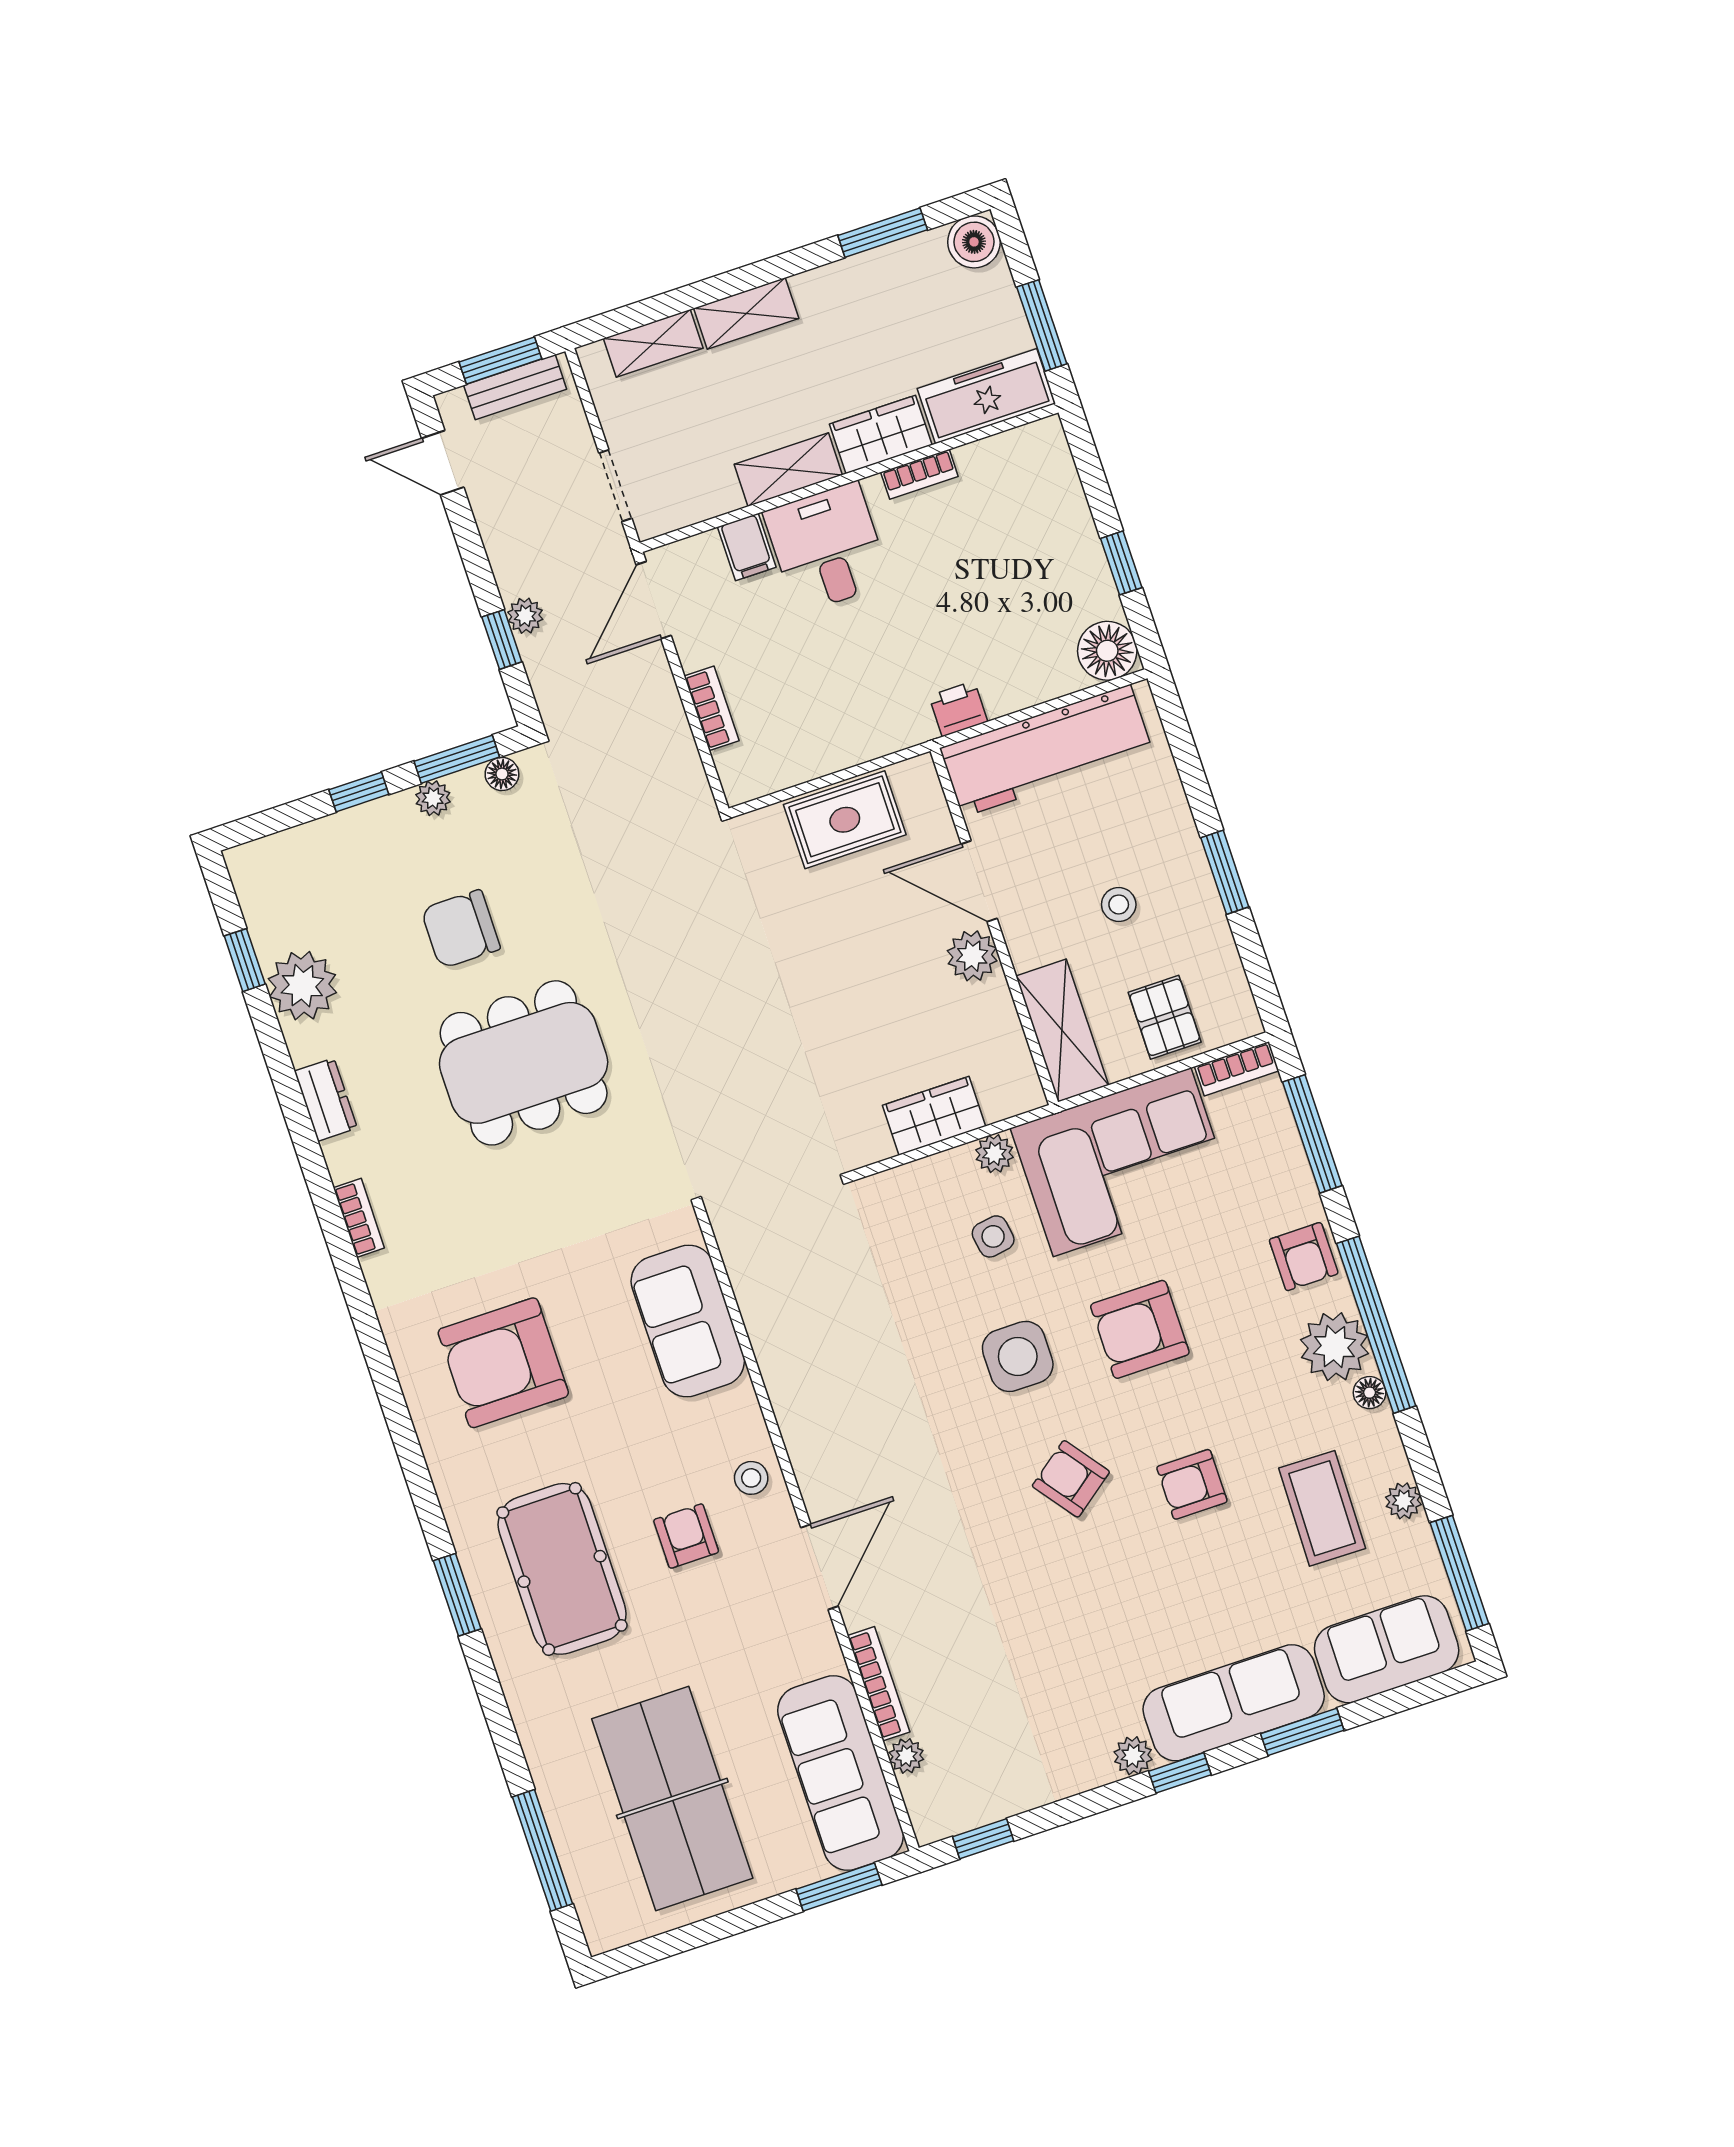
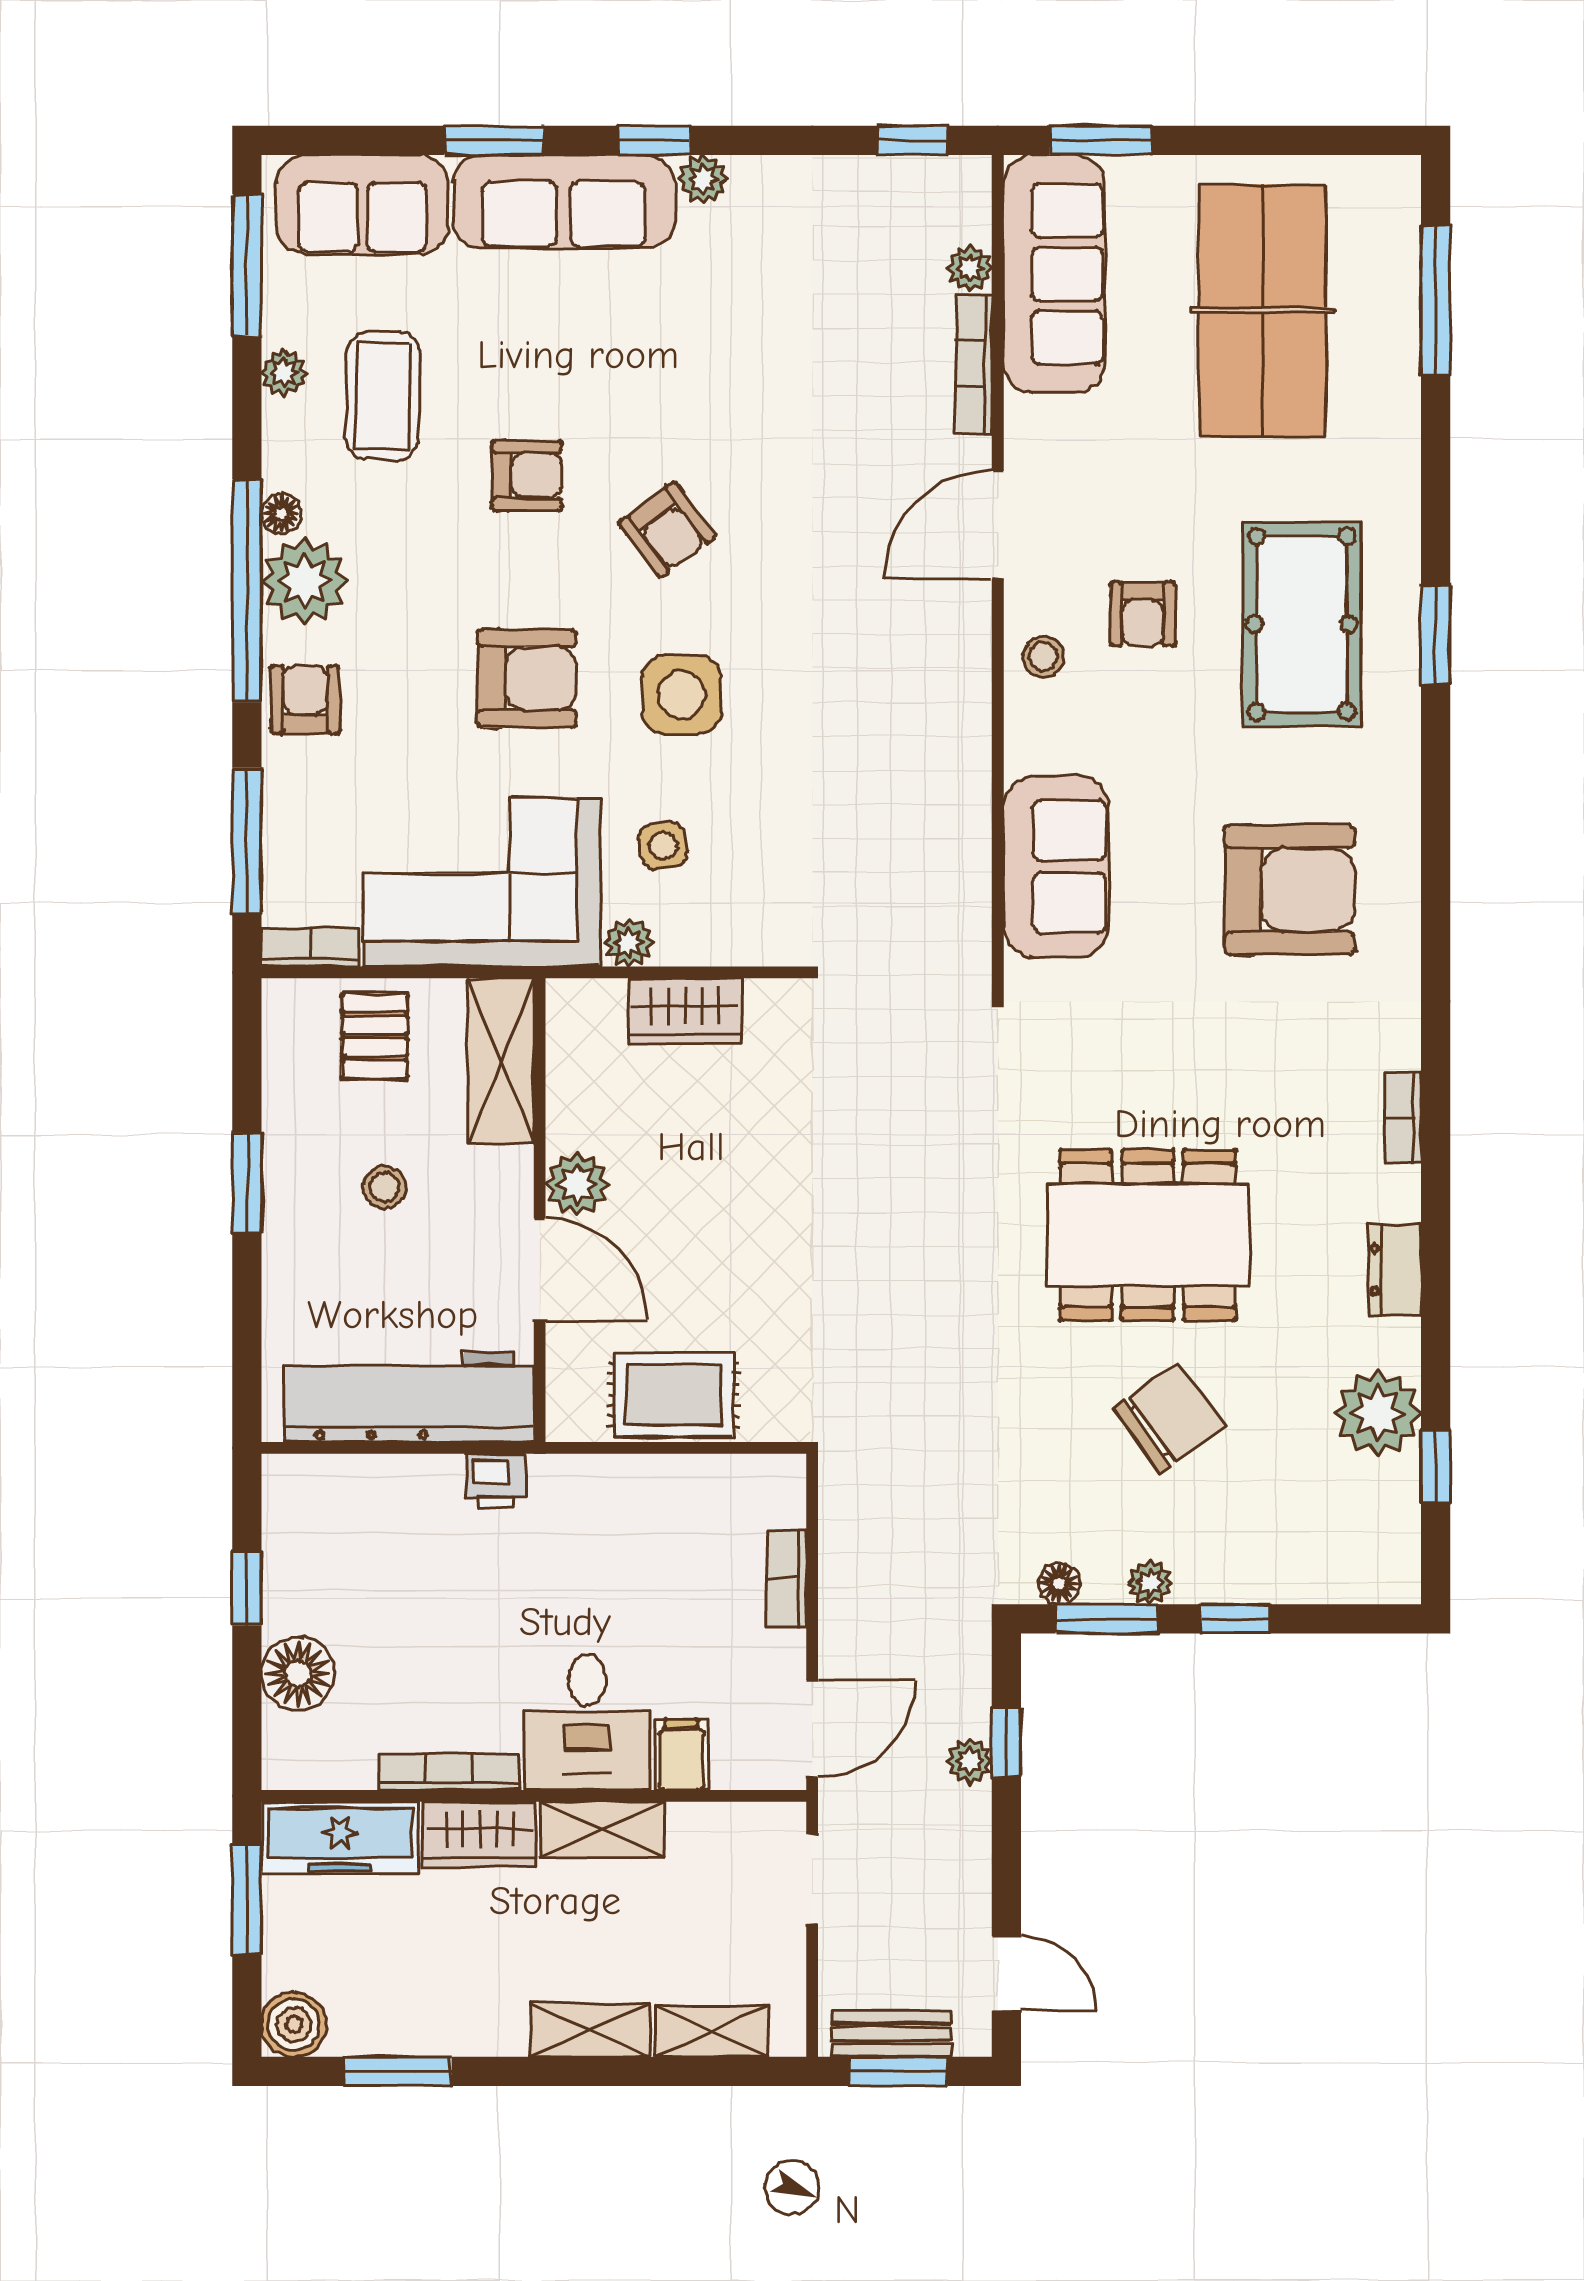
bookcase: (919, 474) -> (450, 1772), width x1.56
floor lamp: (1107, 651) -> (298, 1674), moved
chair: (461, 929) -> (1169, 1417), turned -36

